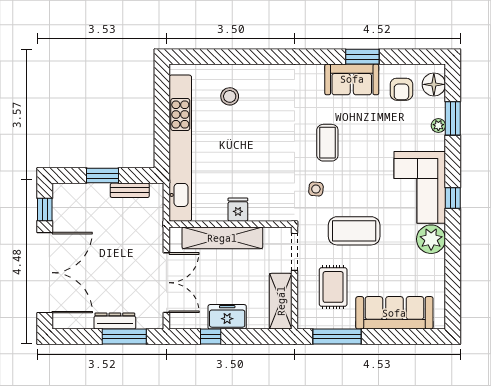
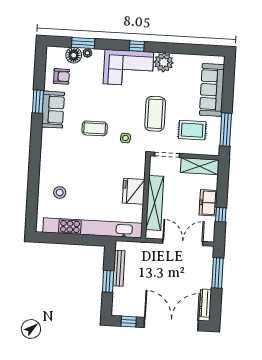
floor lamp: (434, 84) -> (74, 55), moved
bench: (130, 190) -> (119, 268), width x1.36
fridge: (238, 210) -> (134, 191), width x1.88, depth x1.34
dresser: (115, 321) -> (205, 303), moved

